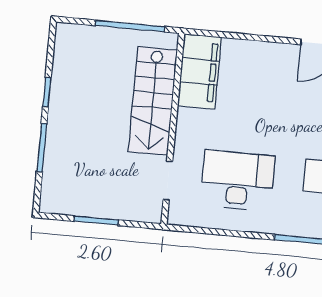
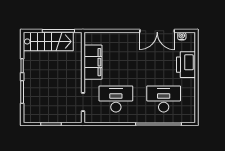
filing cabinet: (199, 71) -> (93, 62), moved
stairs: (153, 101) -> (48, 41), moved, turned -90

